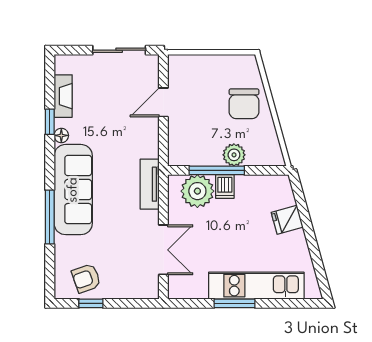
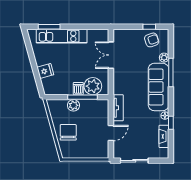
tv unit: (150, 184) -> (118, 108), moved
plant: (63, 245) -> (164, 58), added
window: (235, 303) -> (49, 27), moved

